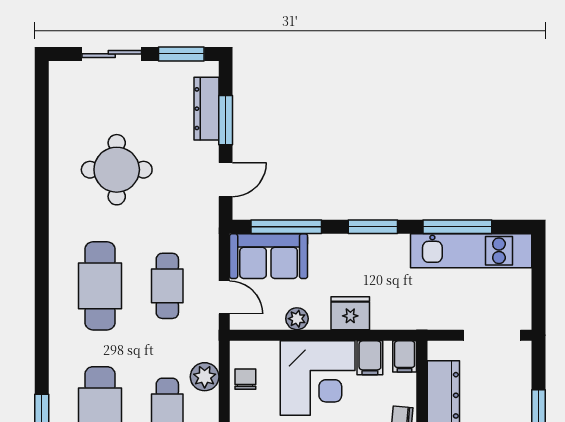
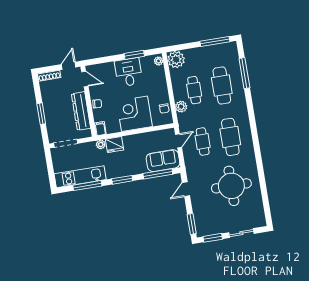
dresser: (206, 109) -> (199, 217), removed
window: (226, 120) -> (192, 224), moved
round table: (117, 170) -> (231, 186), width x1.36, depth x1.36
door: (224, 297) -> (178, 141), swing flipped
fridge: (350, 313) -> (114, 145), moved
plant: (297, 319) -> (101, 145), moved
filing cabinet: (370, 358) -> (114, 126), removed

